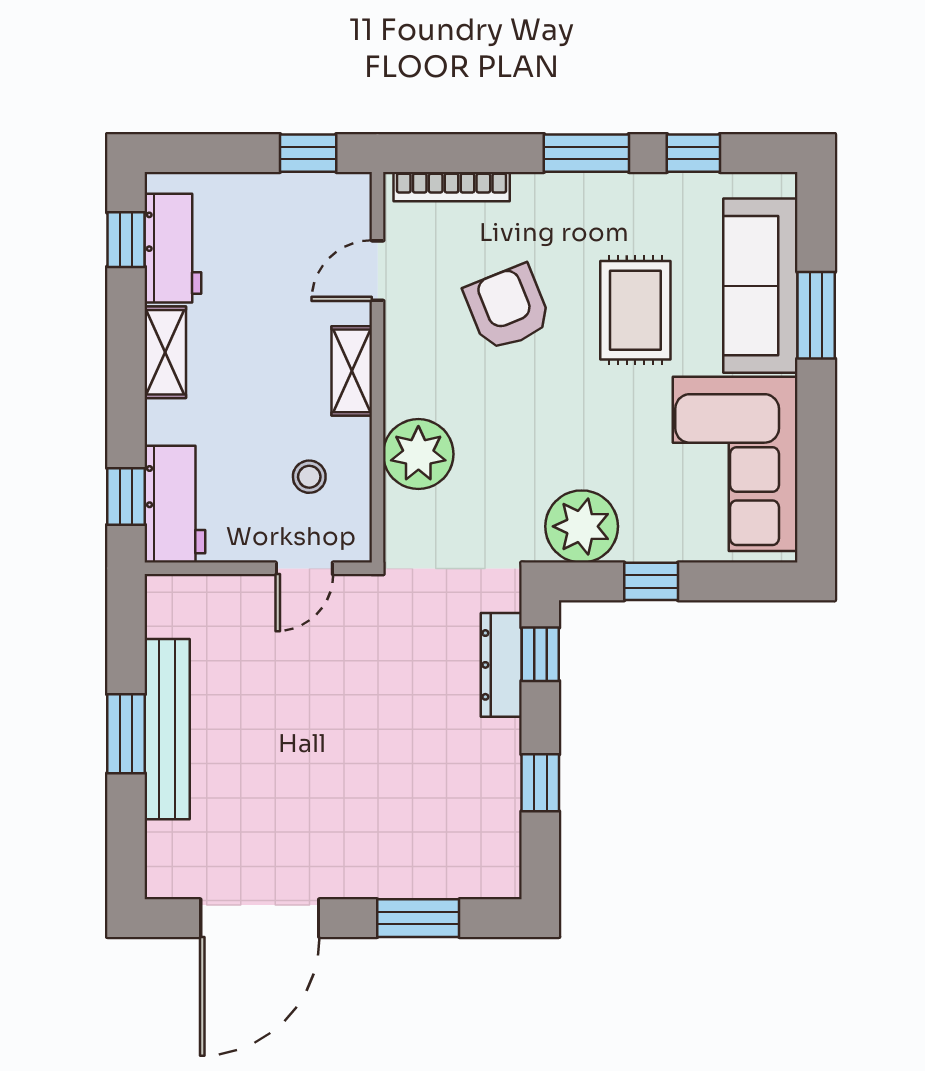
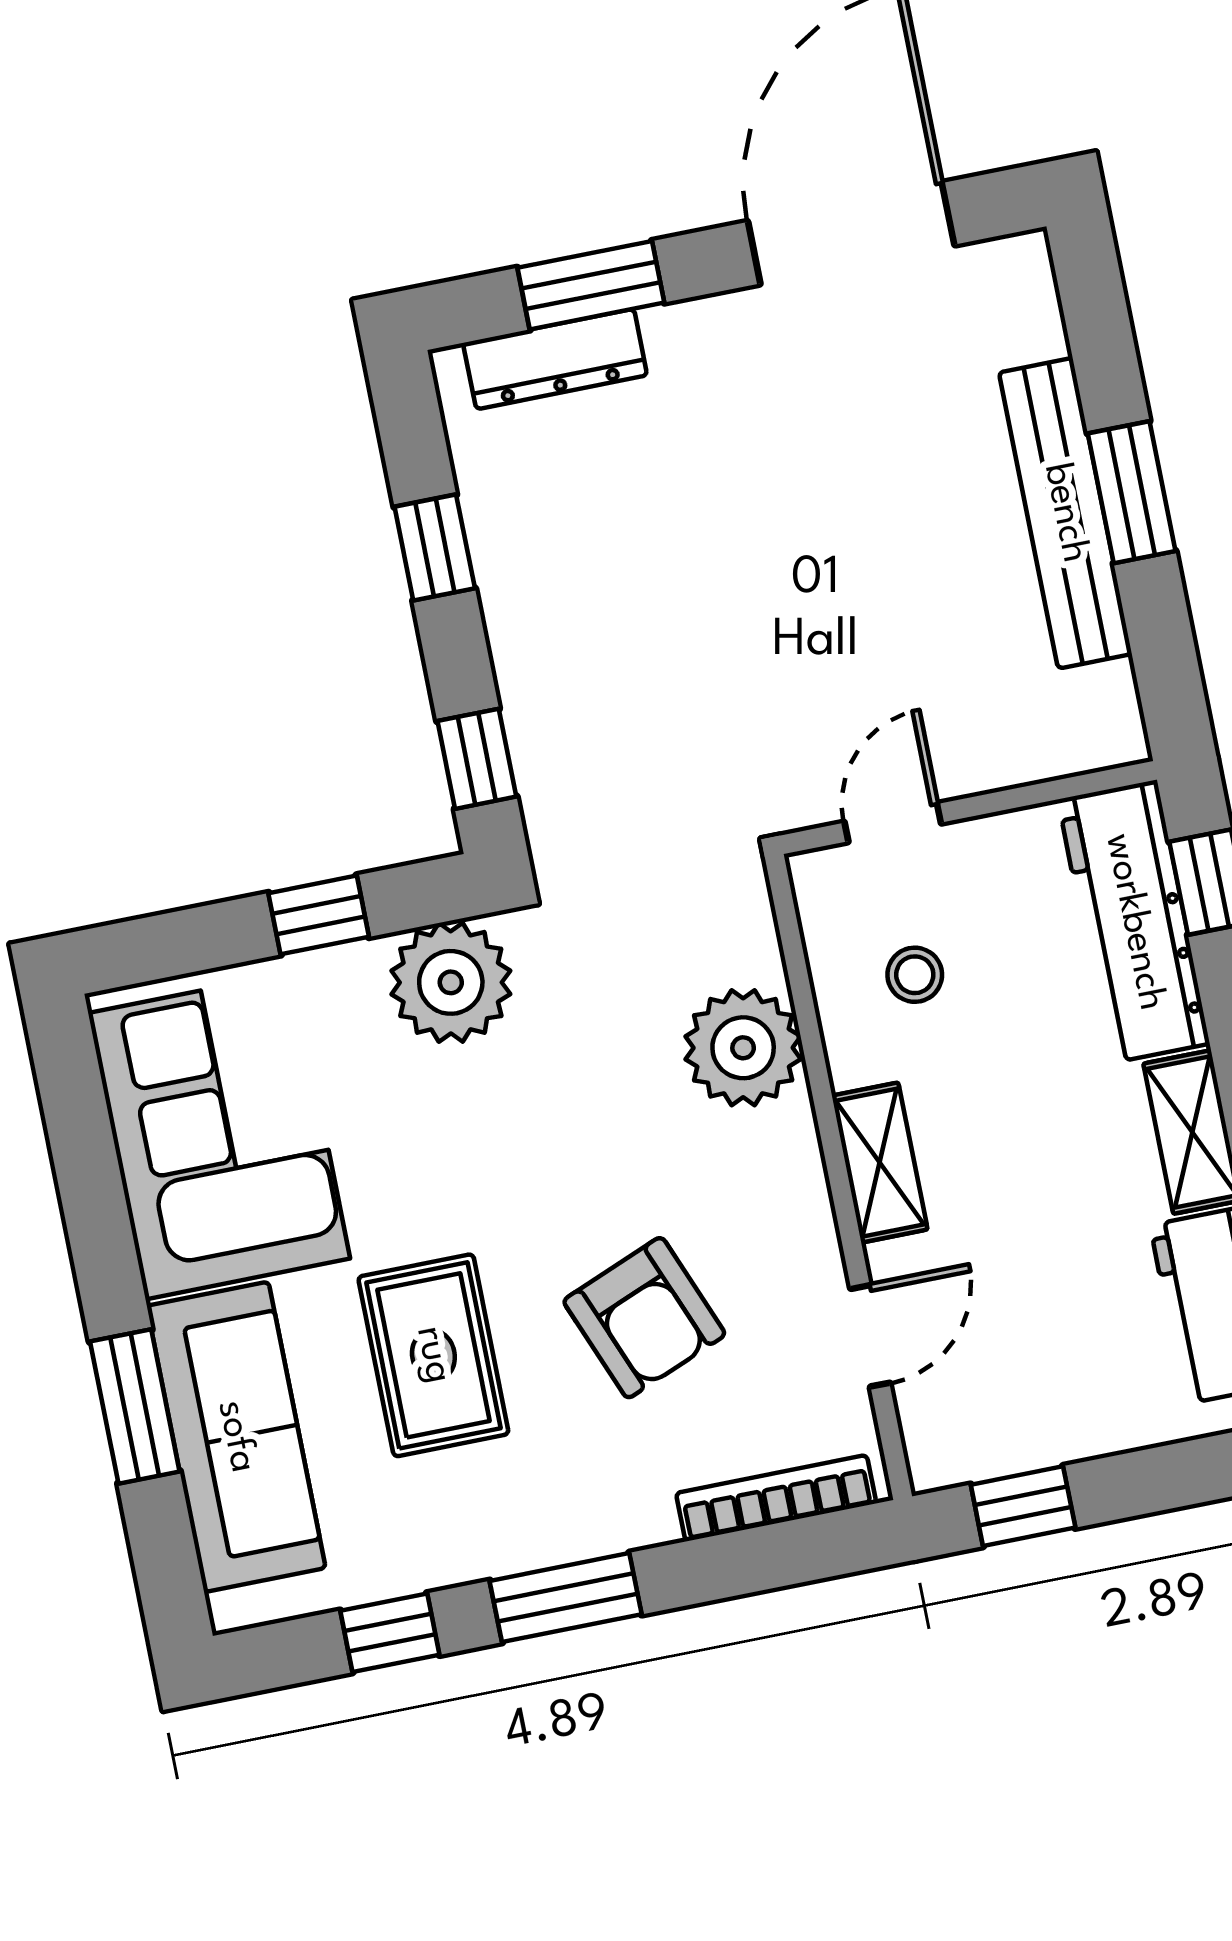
workbench: (175, 504) -> (1134, 922), width x1.38
dresser: (501, 665) -> (555, 359), moved, turned 90

